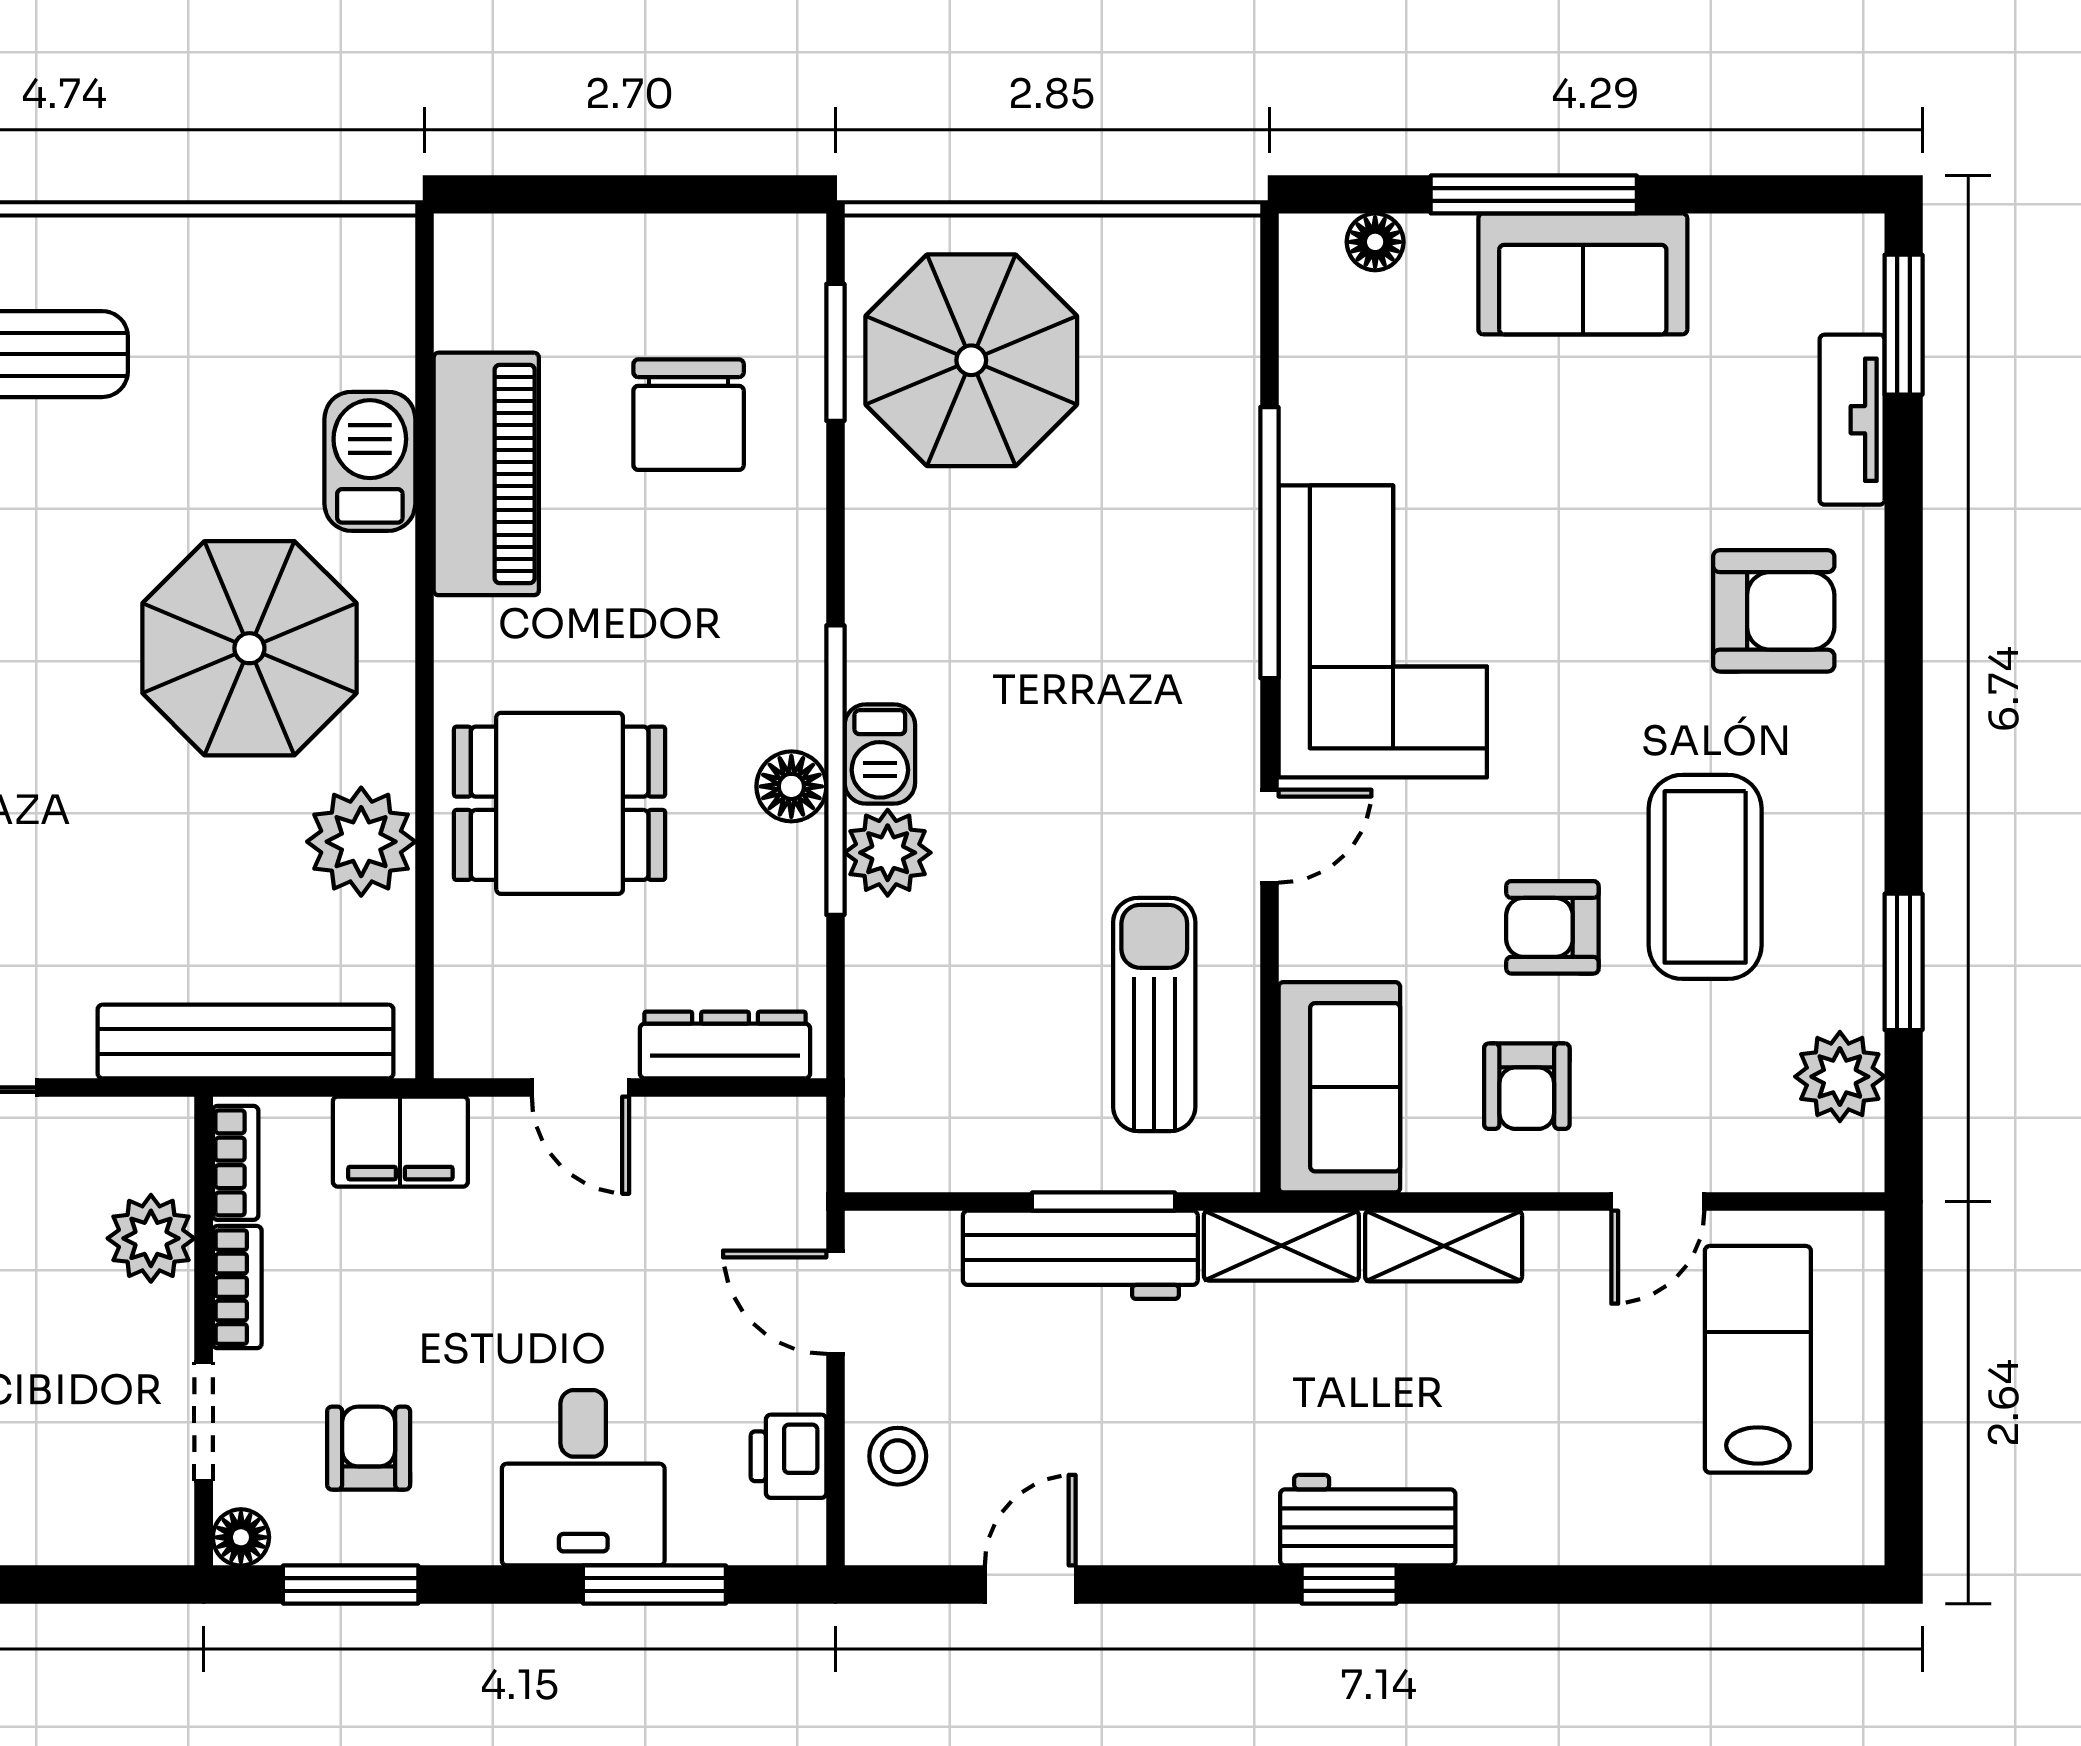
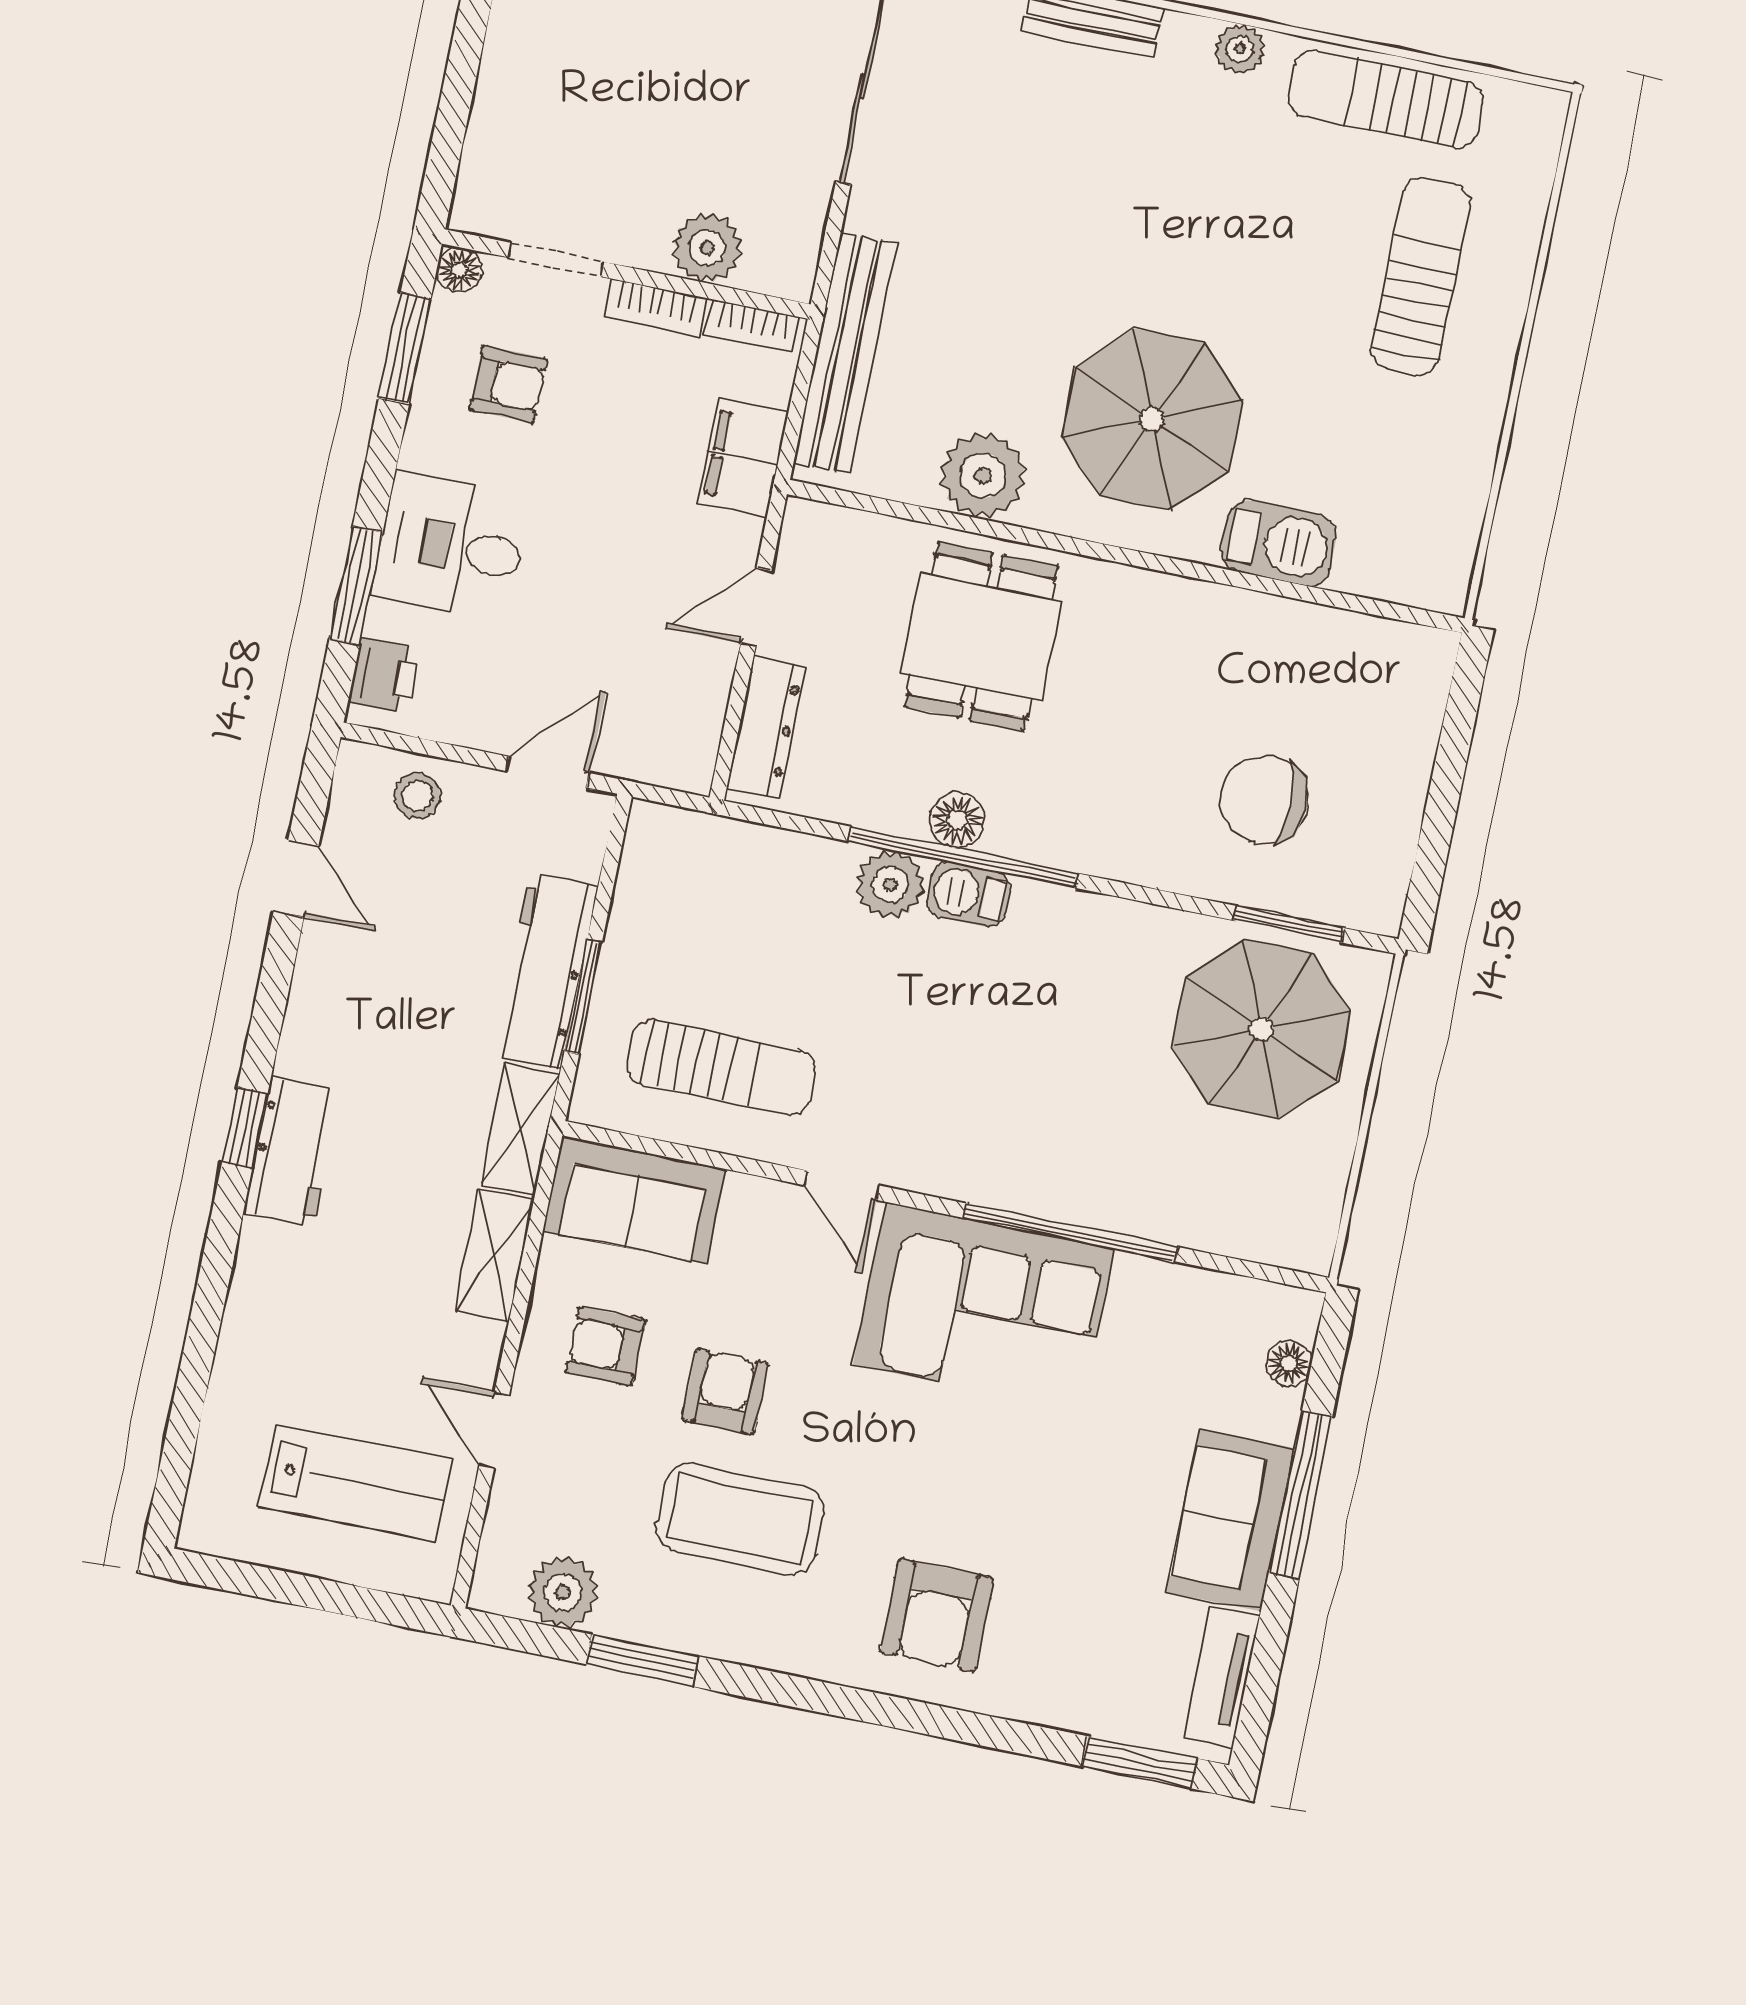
tv unit: (1852, 420) -> (1221, 1677), moved, turned -90
piano: (486, 474) -> (1250, 632), removed
printer: (789, 1456) -> (384, 676), moved, turned 90

